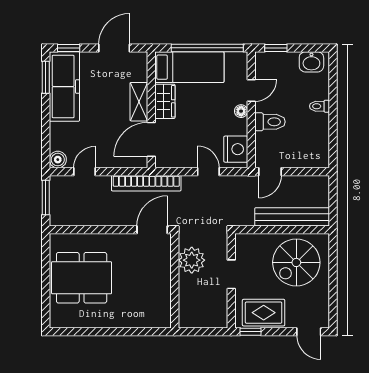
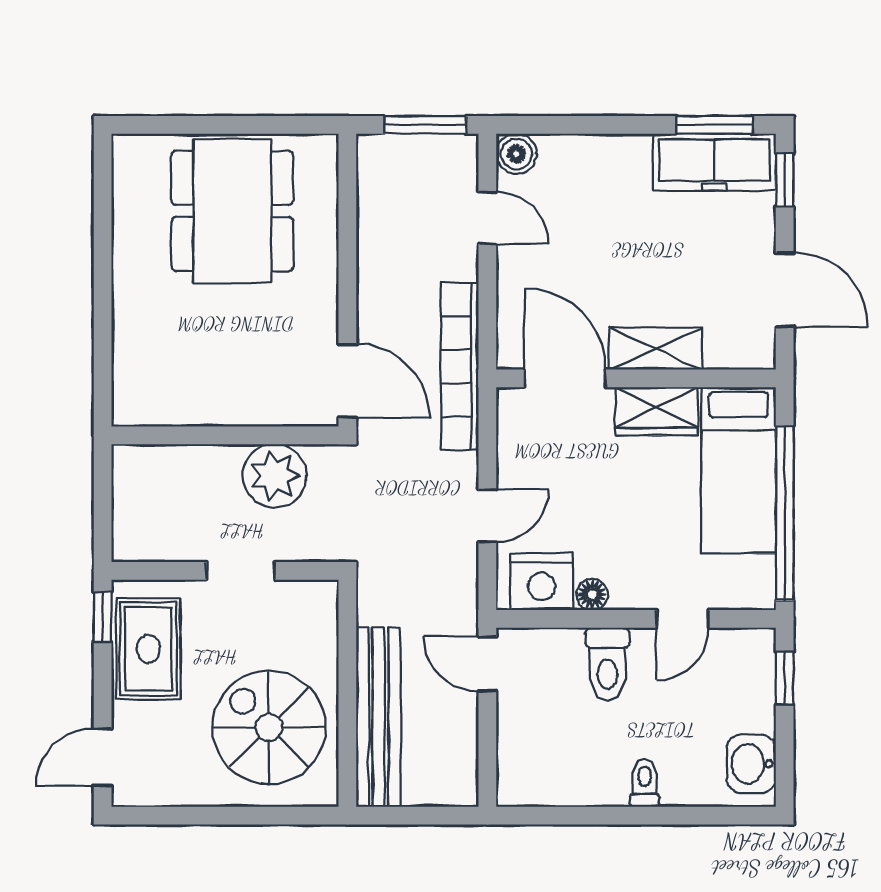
freezer: (64, 87) -> (714, 162), width x0.73, depth x0.79
door: (251, 90) -> (683, 619), hinge flipped
floor lamp: (241, 111) -> (592, 594), moved

